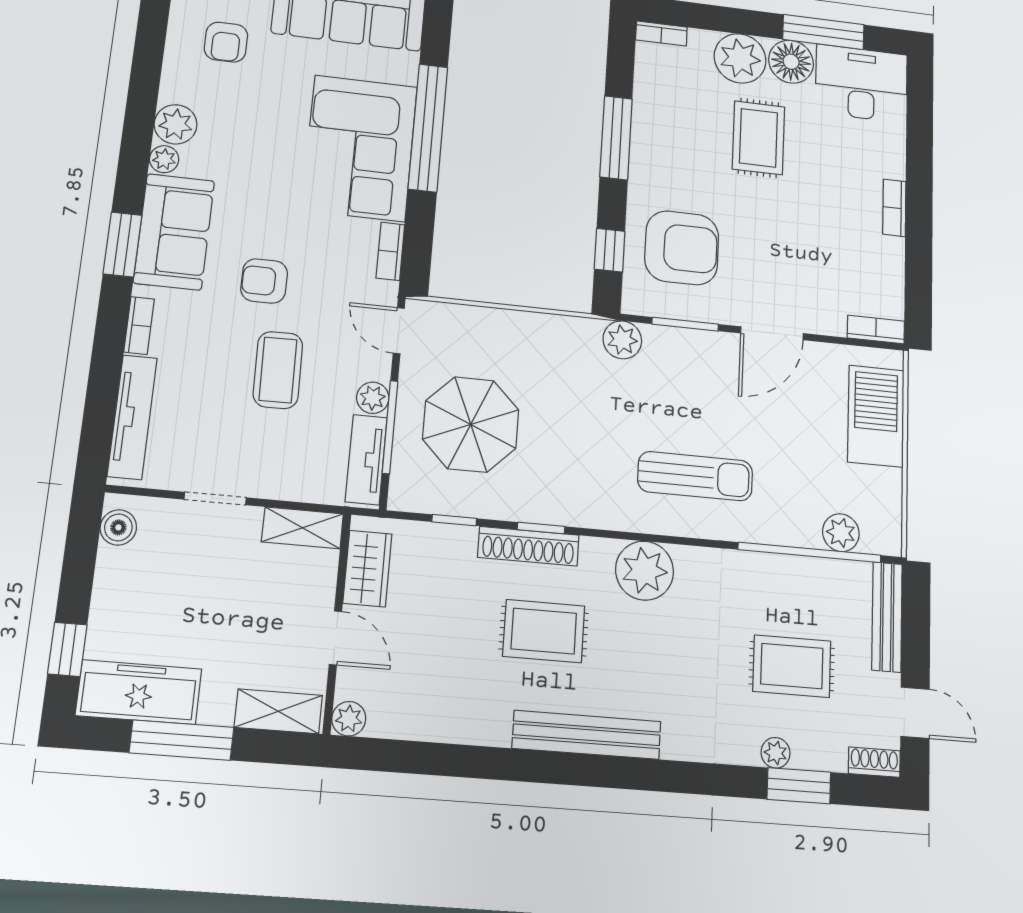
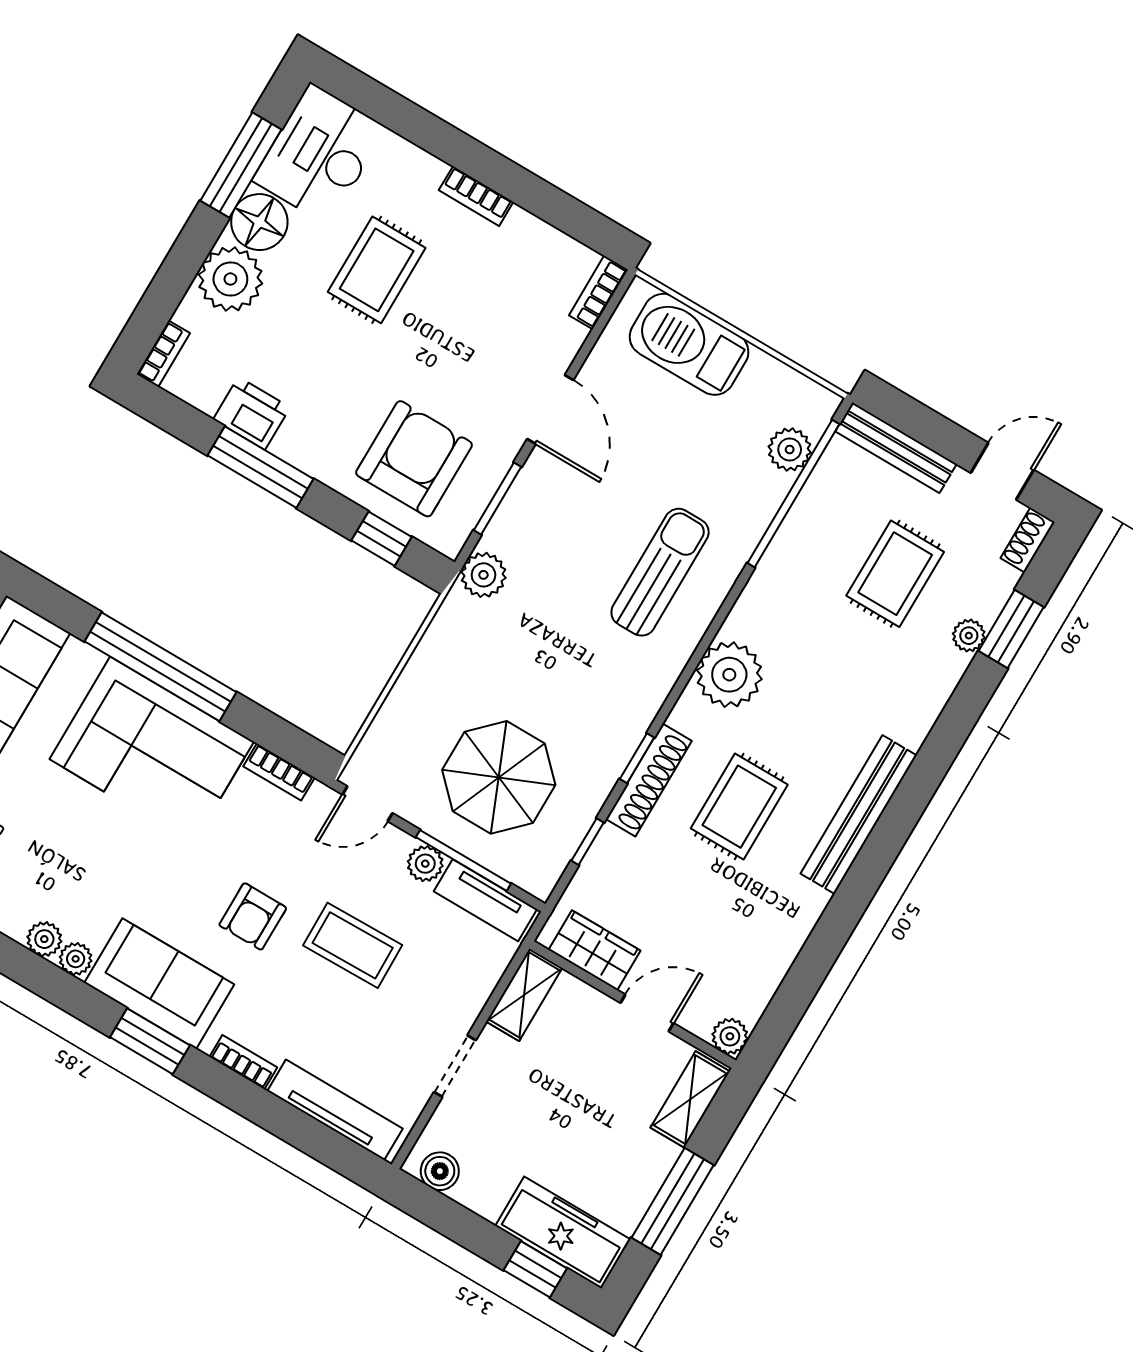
printer: (652, 114) -> (252, 413), added
plant: (176, 124) -> (44, 939), width x0.73, depth x0.73
rug: (758, 138) -> (377, 270), moved, turned 90
freezer: (139, 692) -> (563, 1233), moved, turned 90

